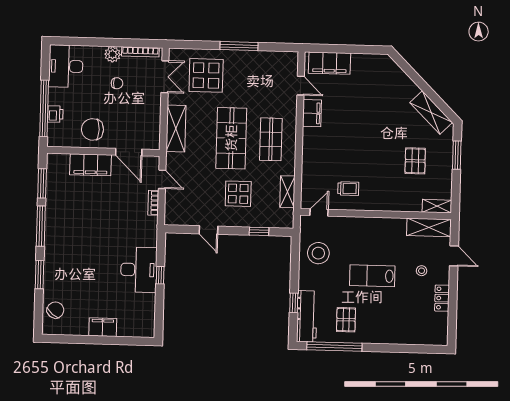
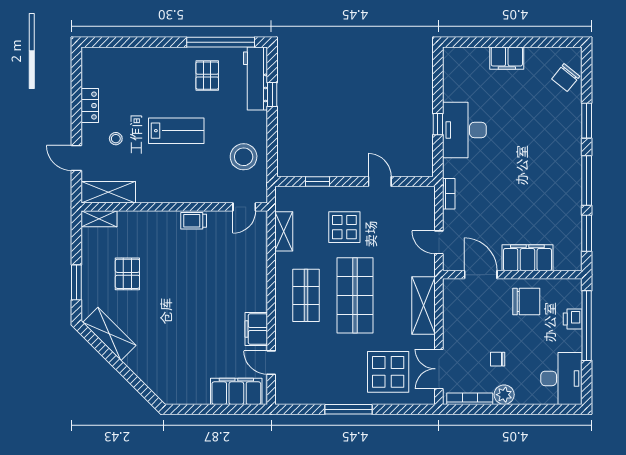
trolley: (348, 189) -> (194, 221), moved
bookcase: (153, 203) -> (449, 194), moved

